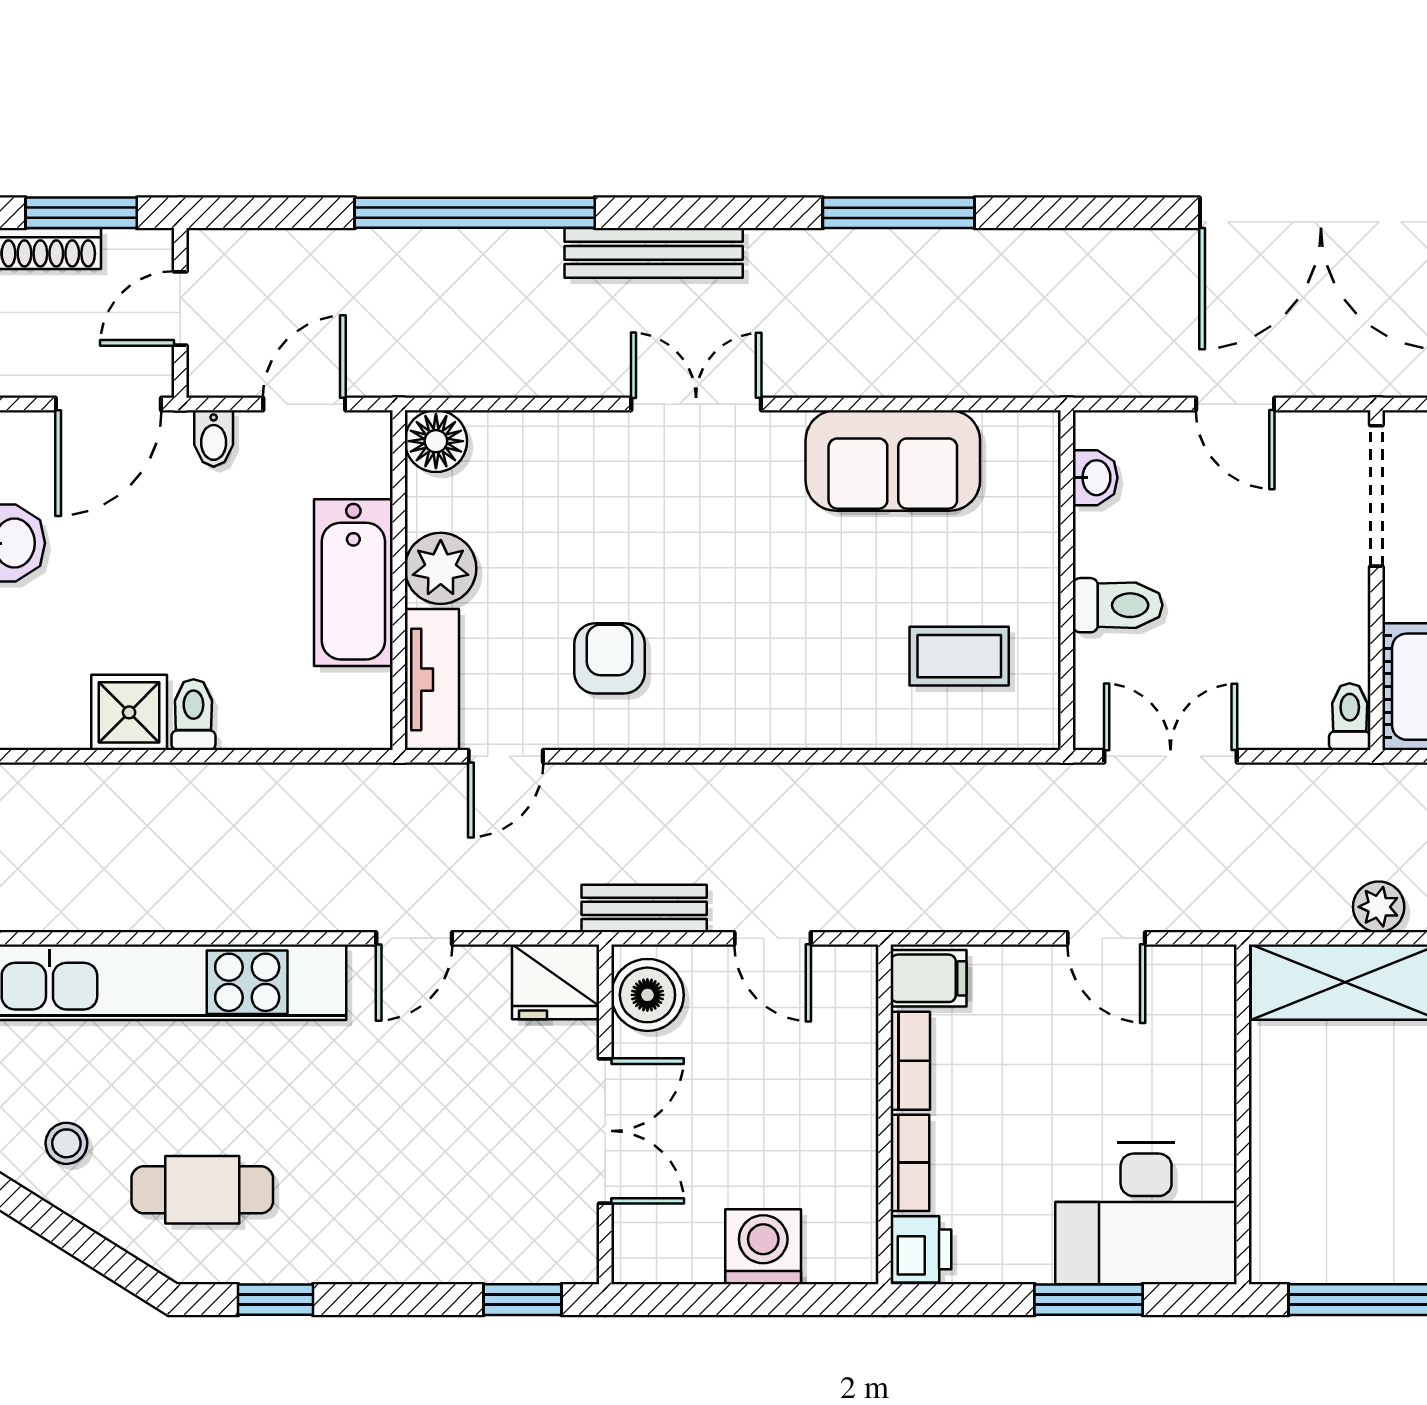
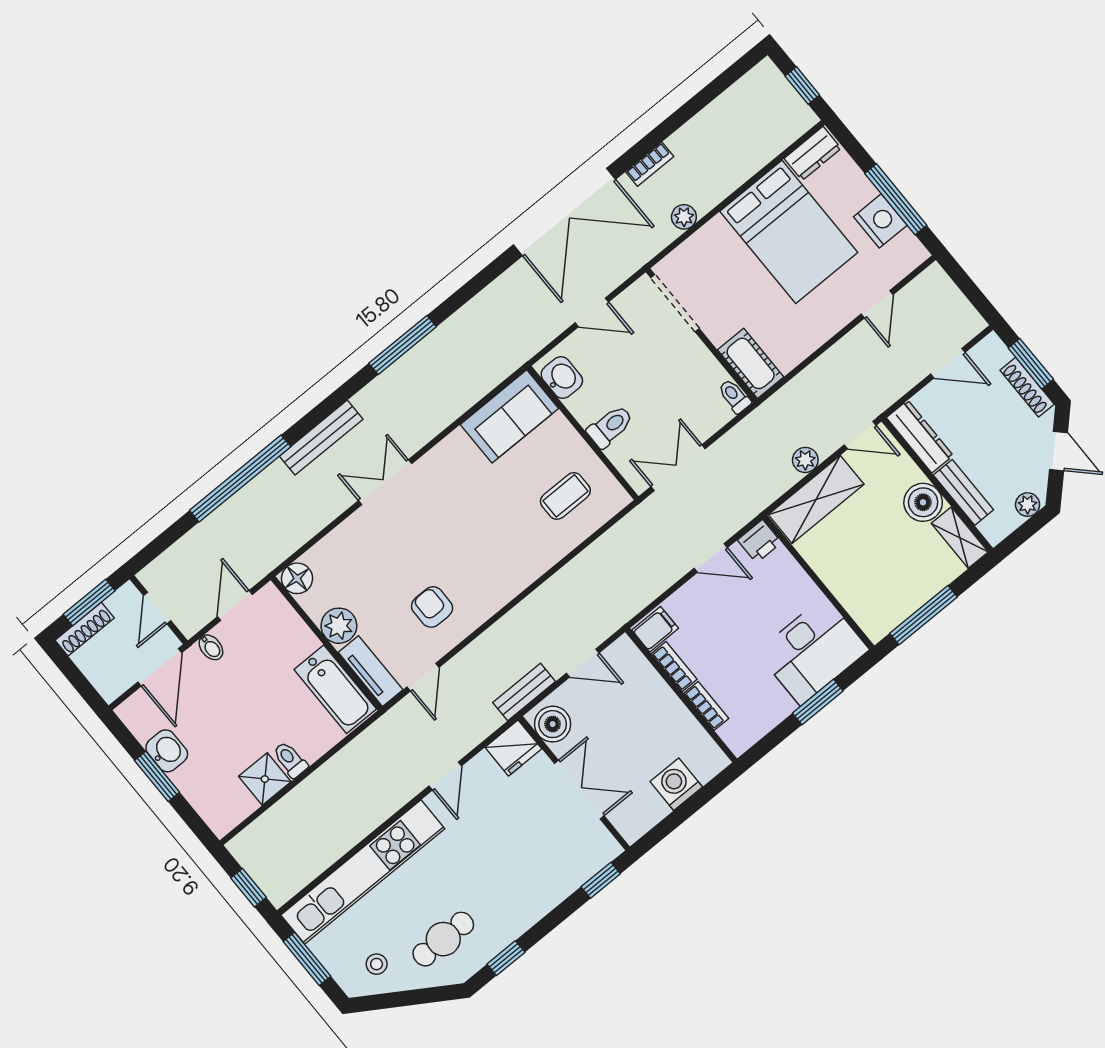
sofa: (893, 460) -> (509, 416), moved
washbasin: (1095, 478) -> (562, 378), width x1.38, depth x1.45
bathtub: (353, 583) -> (335, 689), moved
printer: (921, 1249) -> (759, 541), moved, turned 90

